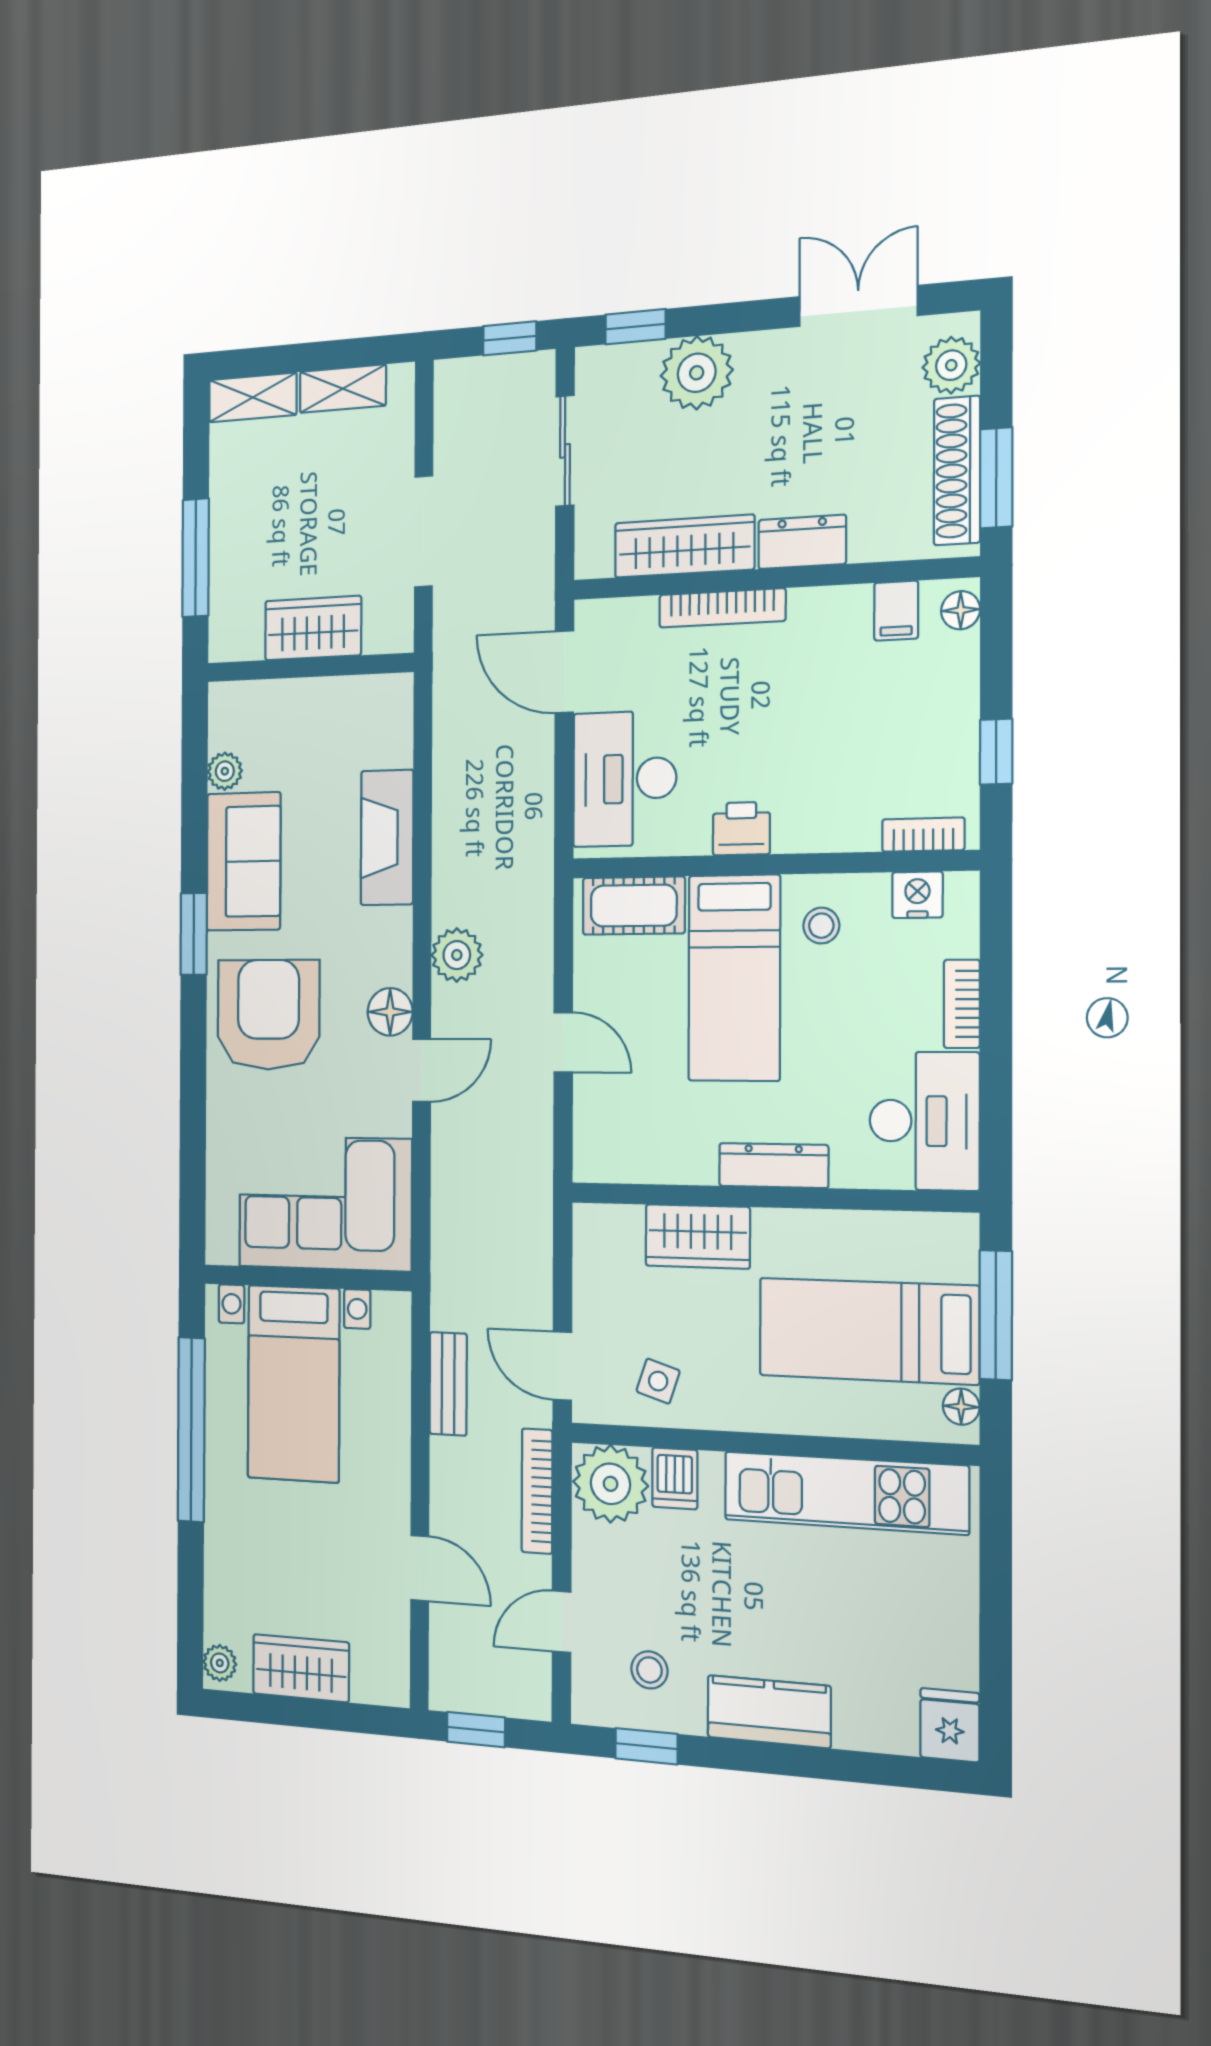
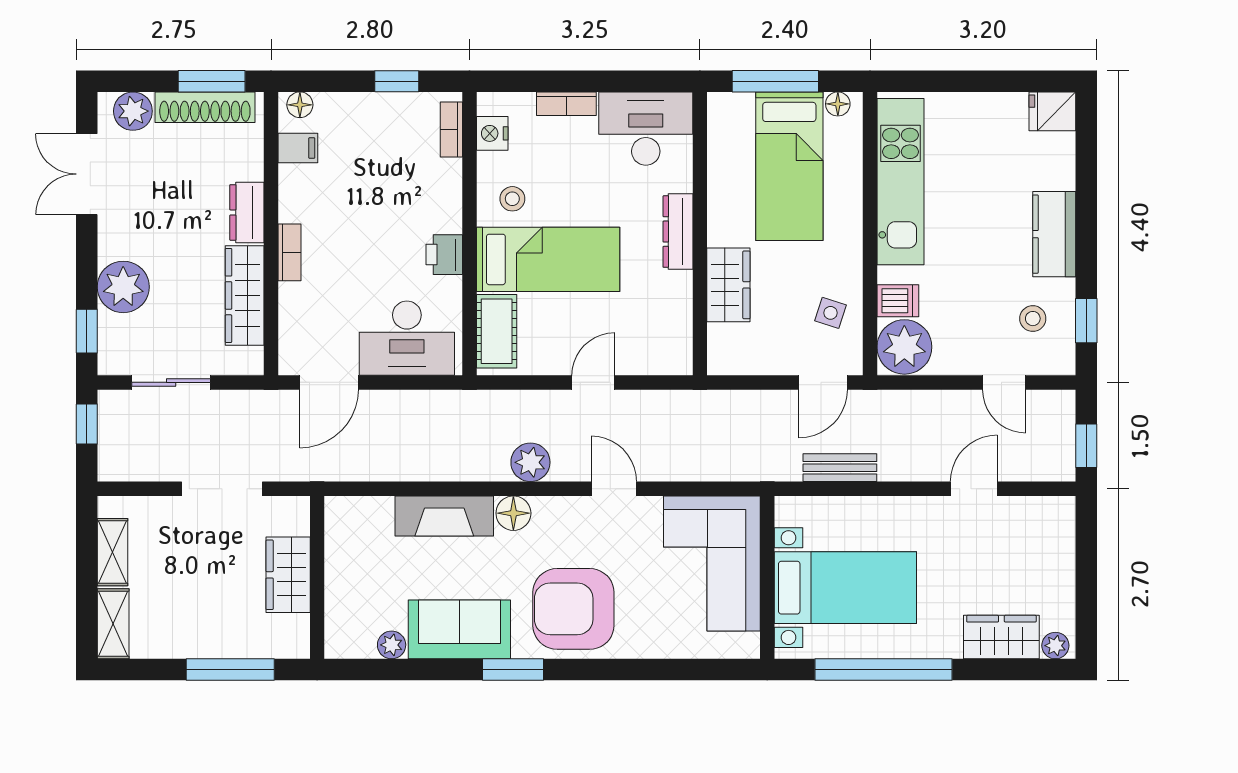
bookcase: (722, 608) -> (290, 252), width x0.64
floor lamp: (390, 1012) -> (513, 513), moved
bookcase: (537, 1491) -> (913, 401), removed
wardrobe: (301, 1668) -> (1001, 637), moved, turned 90

